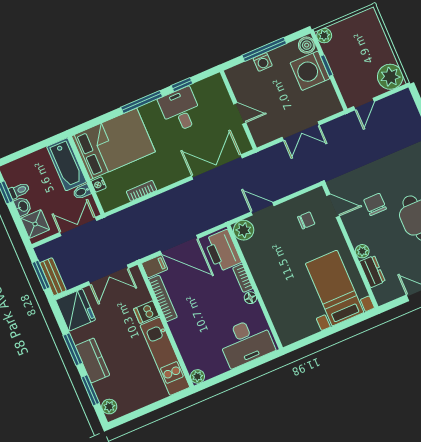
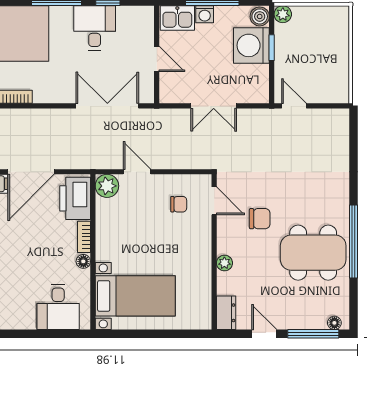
kitchen sink: (242, 74) -> (177, 18), added
plant: (390, 77) -> (335, 89), removed
door: (364, 104) -> (294, 106), swing flipped
chair: (375, 204) -> (260, 219), turned 90
door: (179, 245) -> (31, 172), hinge flipped
dresser: (372, 272) -> (226, 313), moved
bed with nightstands: (335, 288) -> (135, 296), moved, turned 90
desk: (246, 342) -> (58, 307), width x0.73

